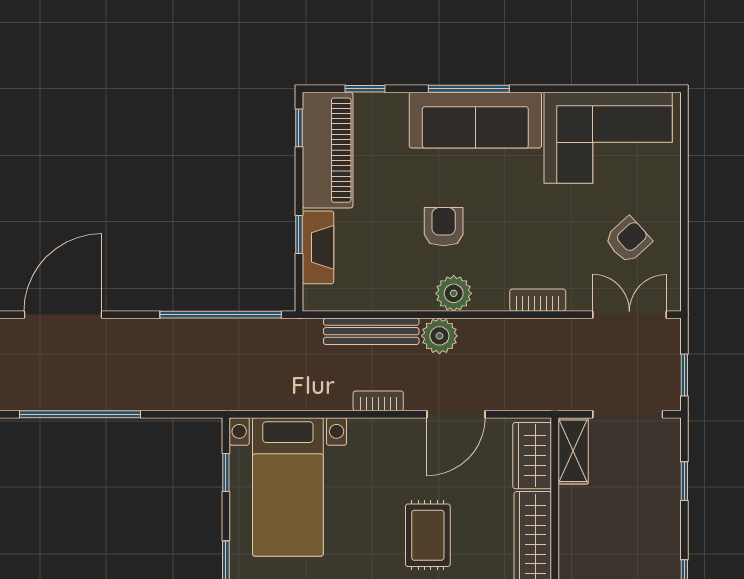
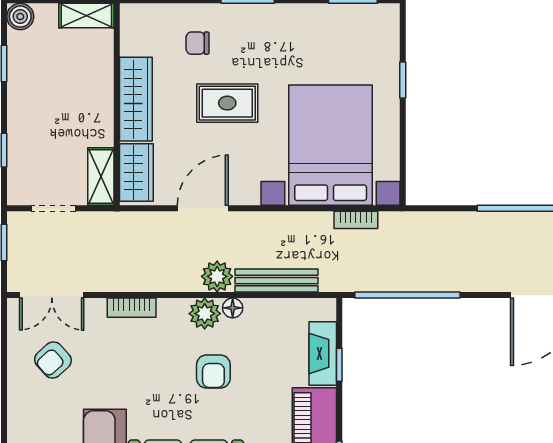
floor lamp: (422, 300) -> (233, 308), added
bookcase: (378, 401) -> (356, 220), moved
doorway: (628, 414) -> (53, 208), width x0.73
window: (226, 473) -> (403, 158), removed
bed with nightstands: (288, 487) -> (331, 145), width x1.36
rug: (428, 535) -> (227, 103), turned 90

